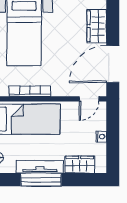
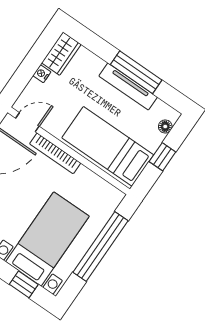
bookcase: (30, 91) -> (55, 153), moved
wardrobe: (80, 165) -> (61, 54), moved, turned -90

